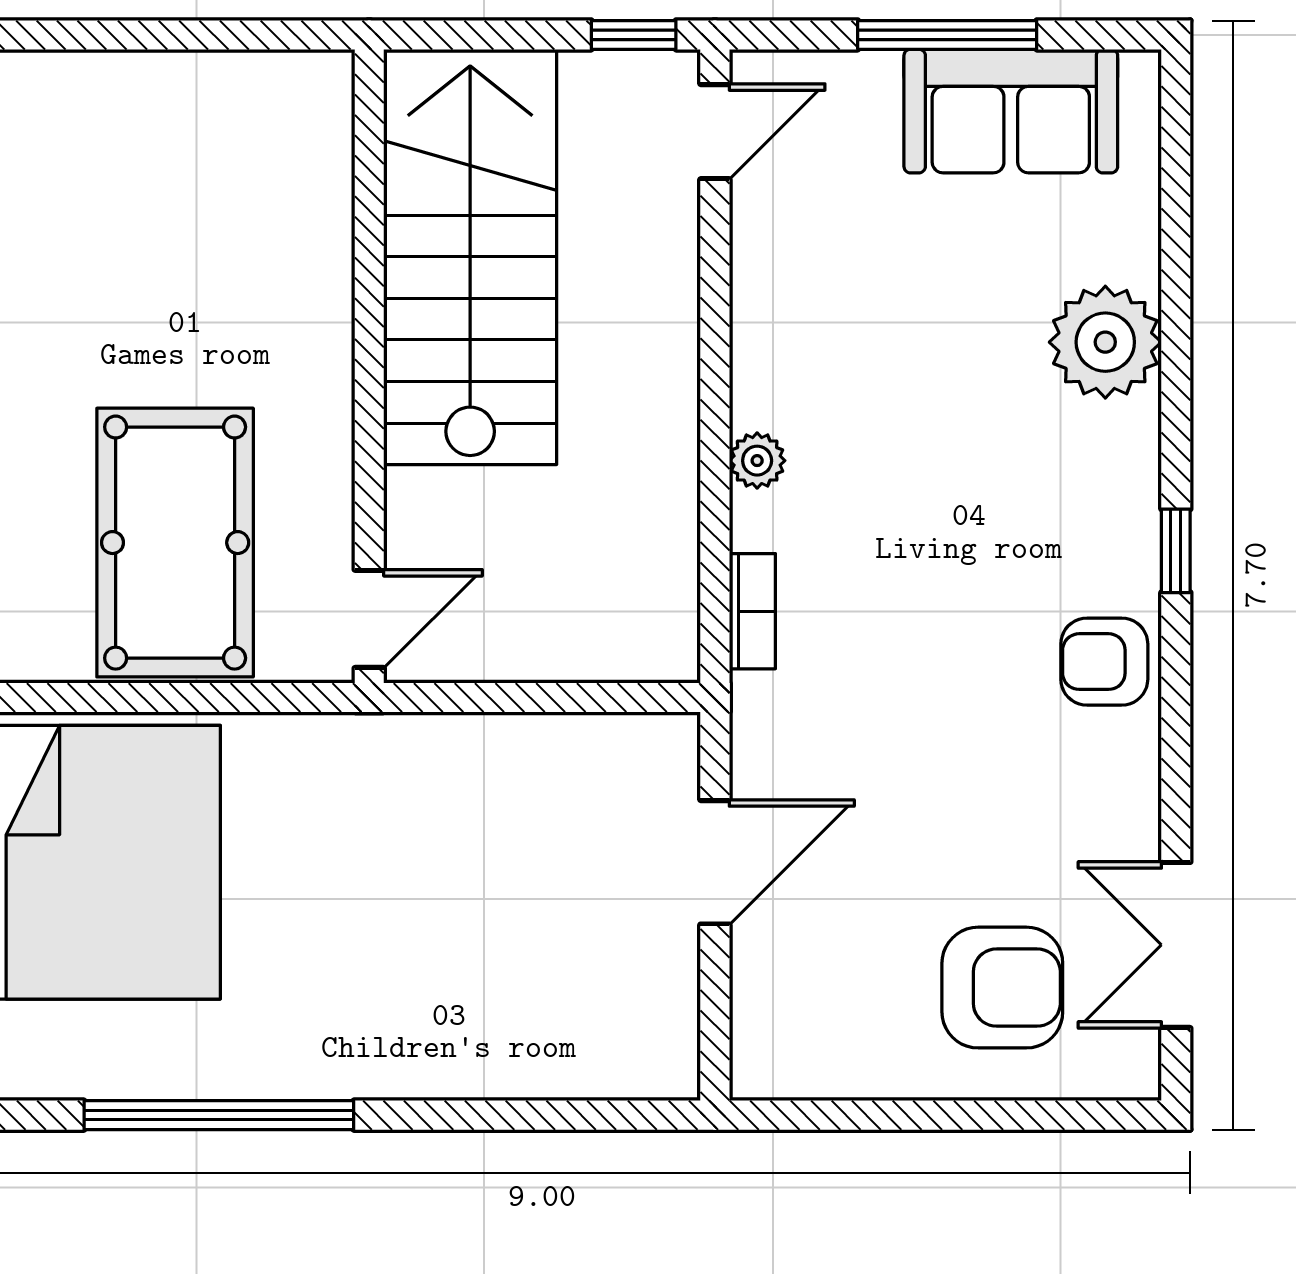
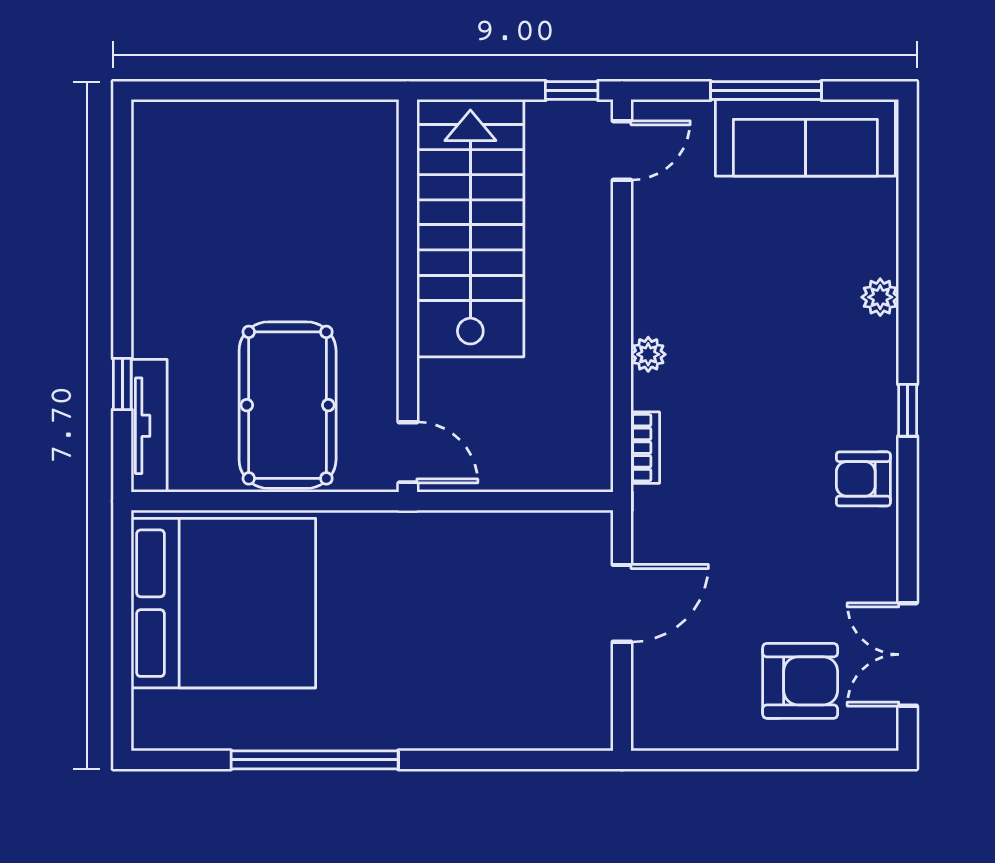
sofa: (1011, 111) -> (805, 138), width x1.36
plant: (1105, 342) -> (880, 297), width x0.53, depth x0.53
door: (369, 619) -> (408, 452), hinge flipped

